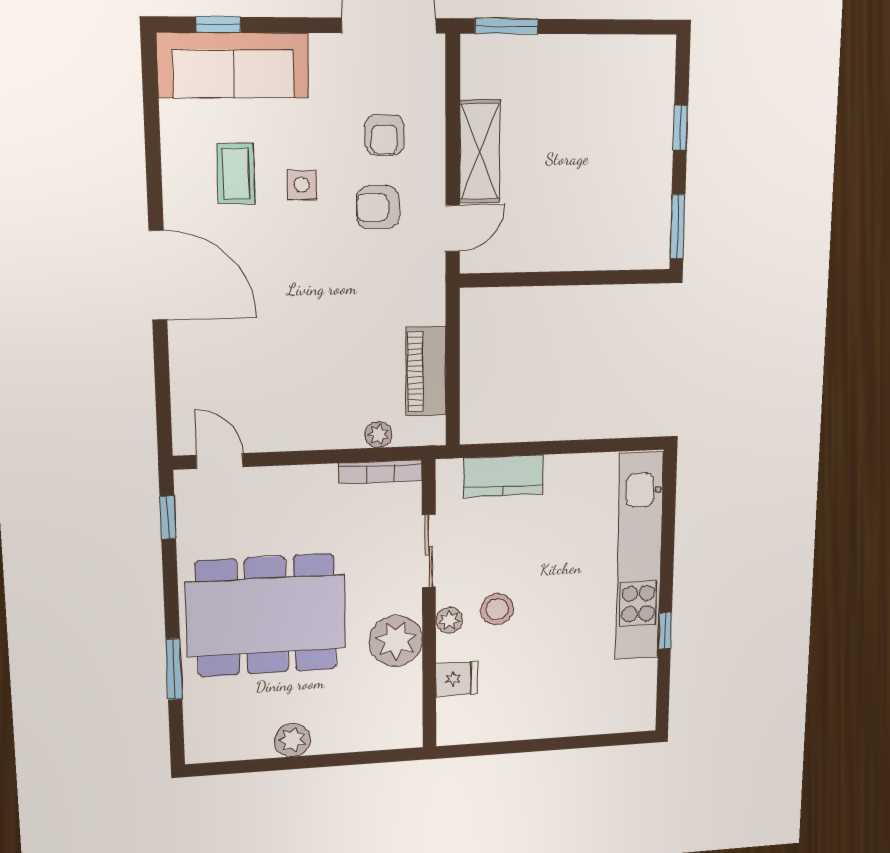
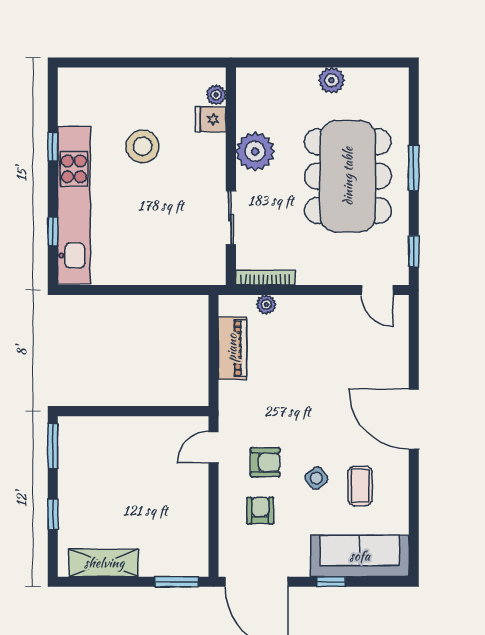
window: (218, 25) -> (331, 582), moved
shelving: (480, 152) -> (104, 563), moved, turned 90
side table: (302, 185) -> (316, 478), turned -36
kitchen counter: (503, 476) -> (177, 271), removed
window: (668, 521) -> (53, 232), added
stool: (497, 609) -> (143, 146), moved, width x1.38, depth x1.38
dining table: (266, 615) -> (348, 176), turned 90
plant: (449, 620) -> (216, 95), moved
window: (174, 669) -> (414, 168), moved

